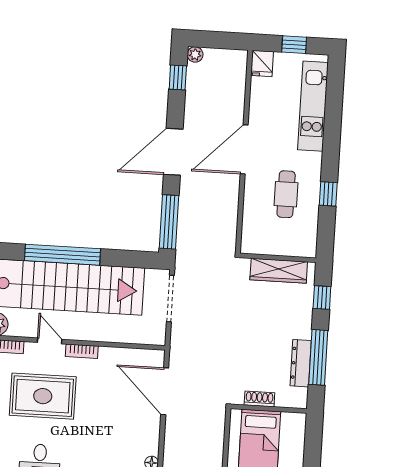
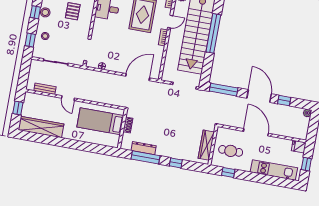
window: (178, 77) -> (284, 101), moved
wall: (278, 258) -> (213, 145), moved
wardrobe: (279, 271) -> (206, 145), moved

